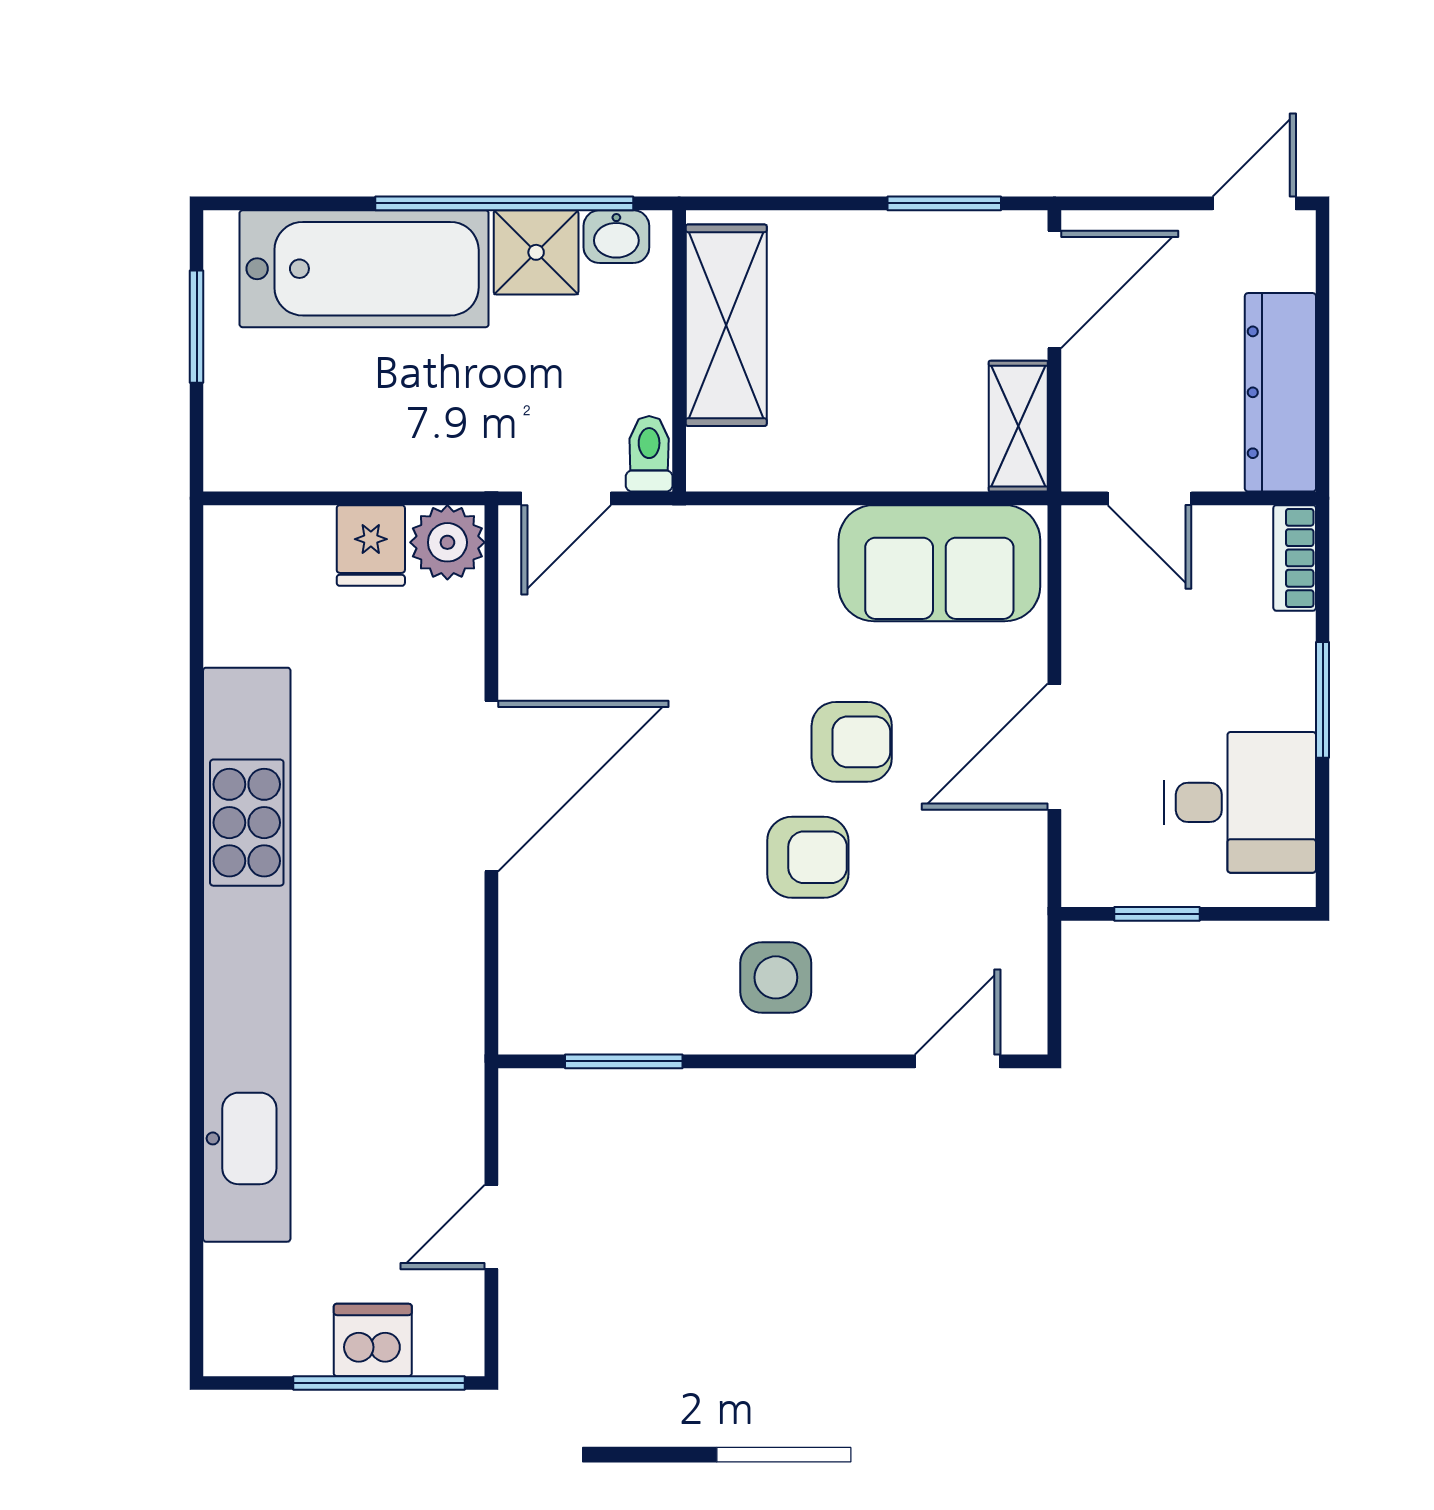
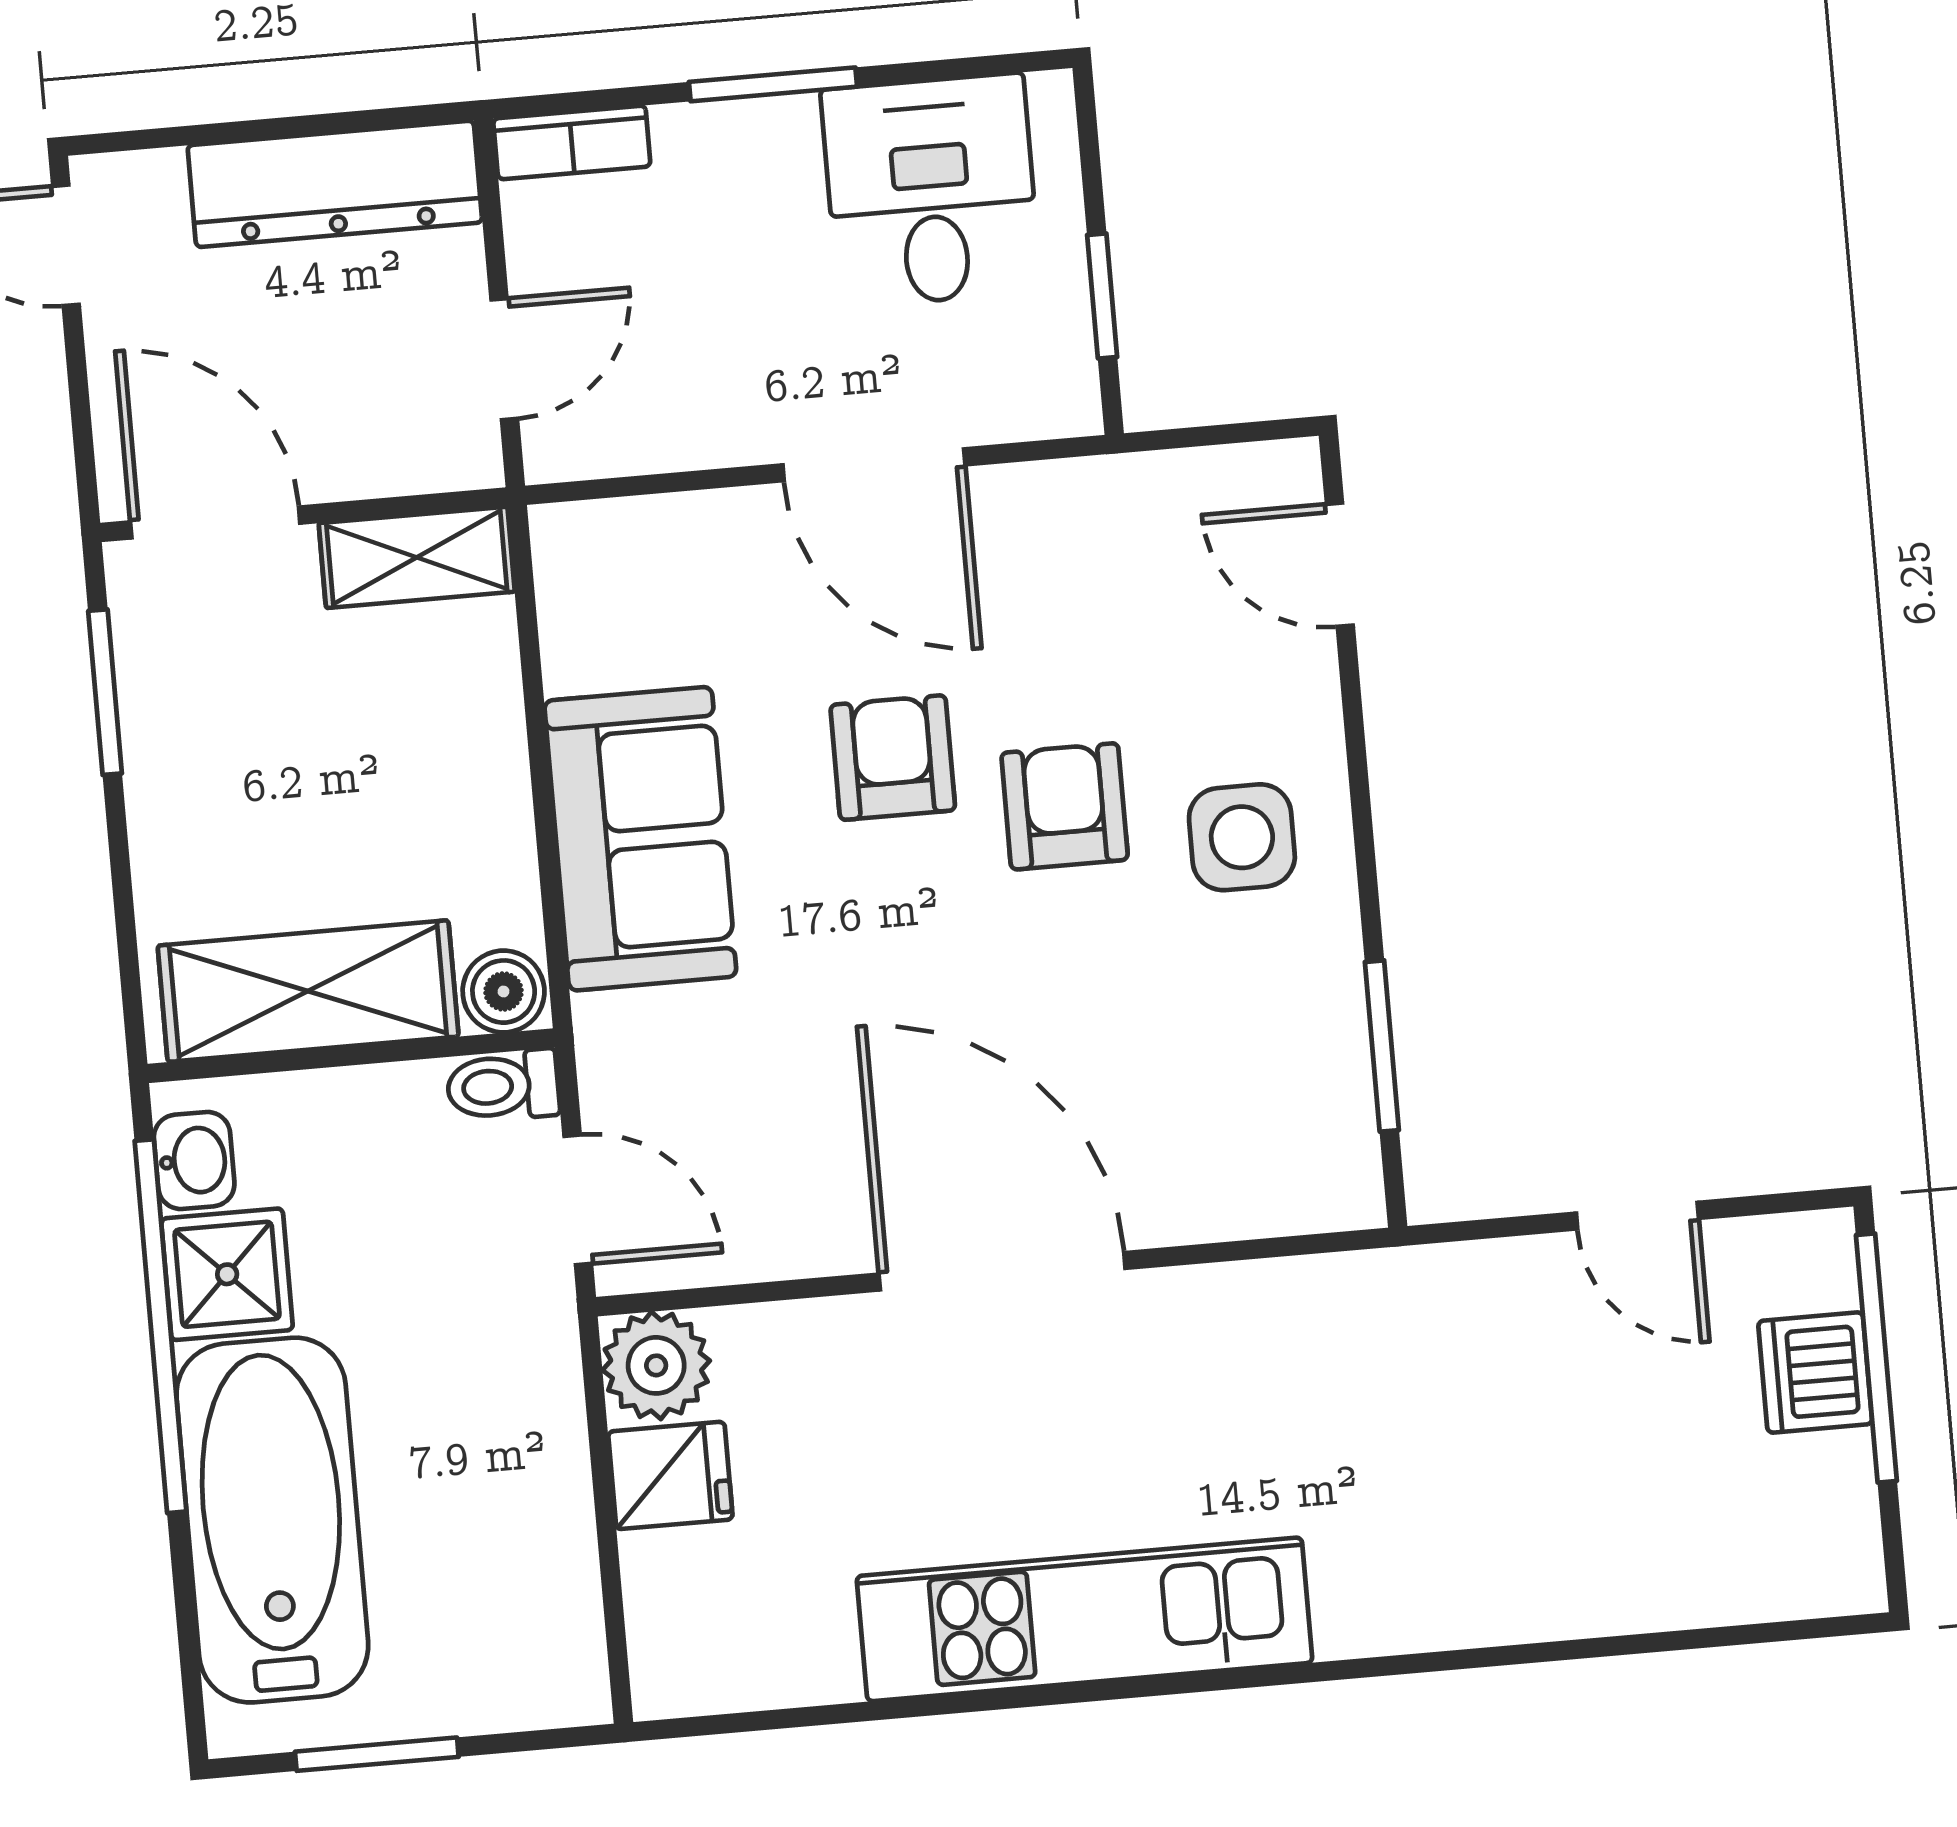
boiler: (714, 460) -> (504, 992), added
sofa: (939, 563) -> (640, 839), moved
kitchen unit: (247, 955) -> (1085, 1619), width x0.54

